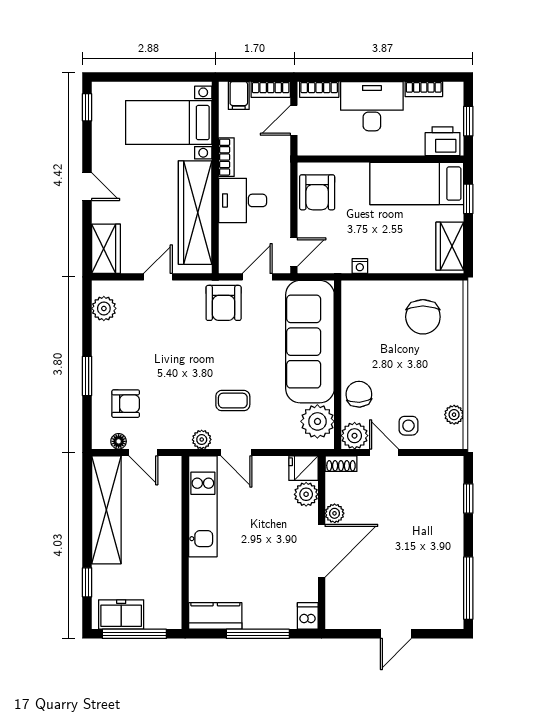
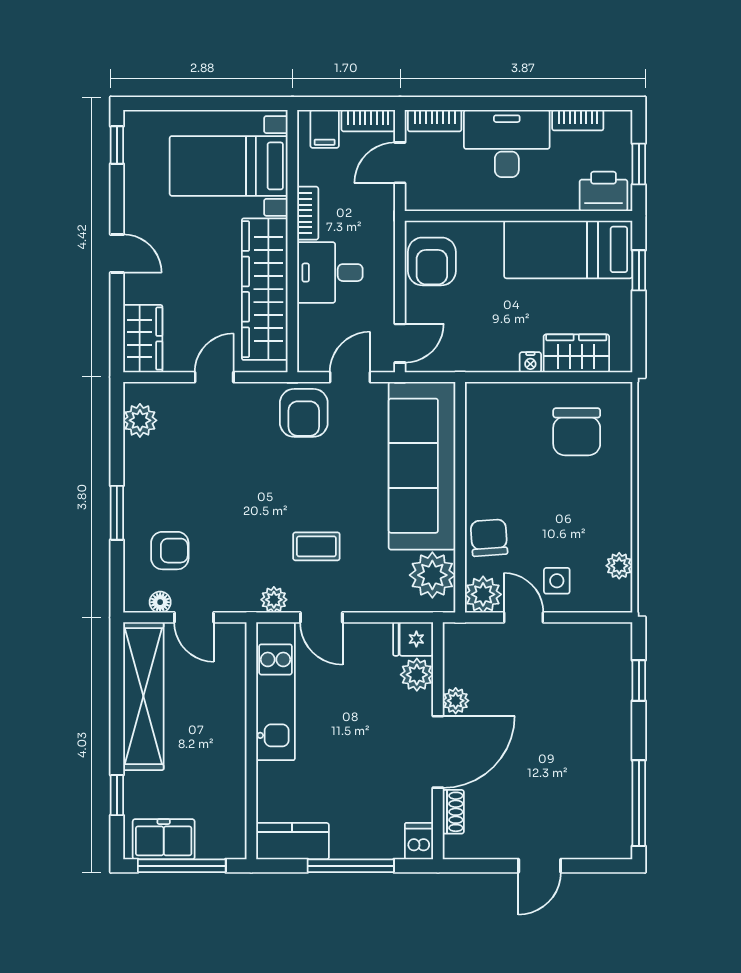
wardrobe: (450, 246) -> (576, 353), moved, turned 90
nightstand: (360, 266) -> (530, 362), moved
shoe rack: (341, 464) -> (453, 812), moved, turned -90

